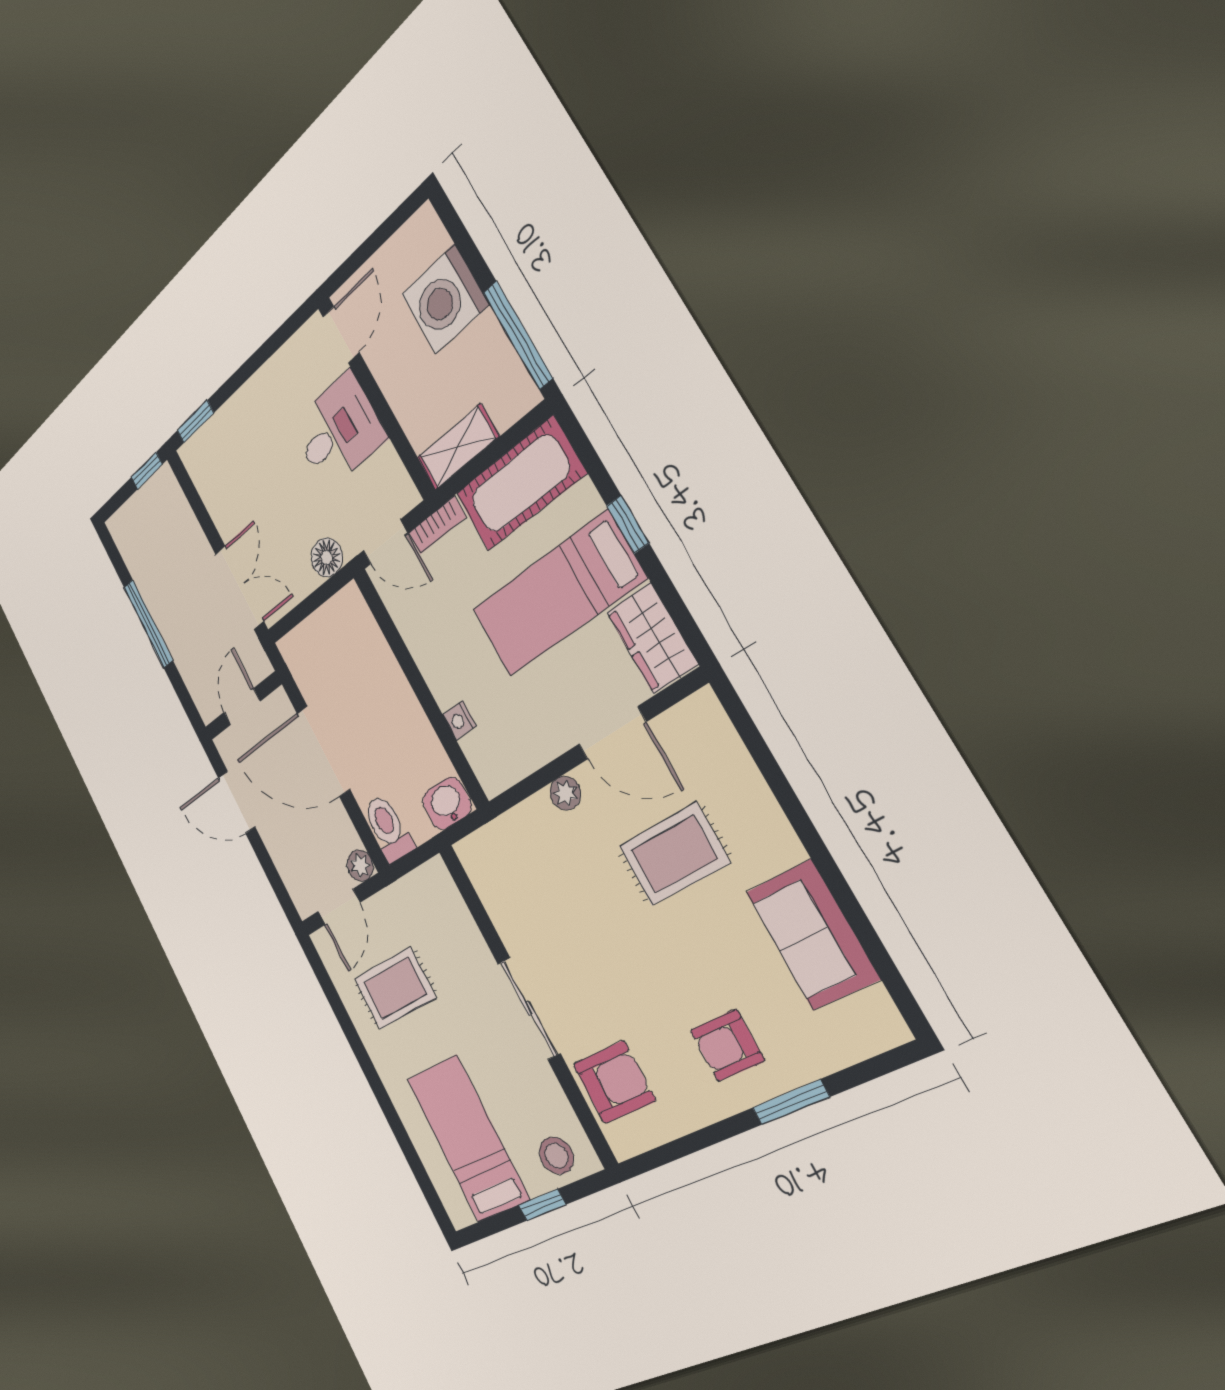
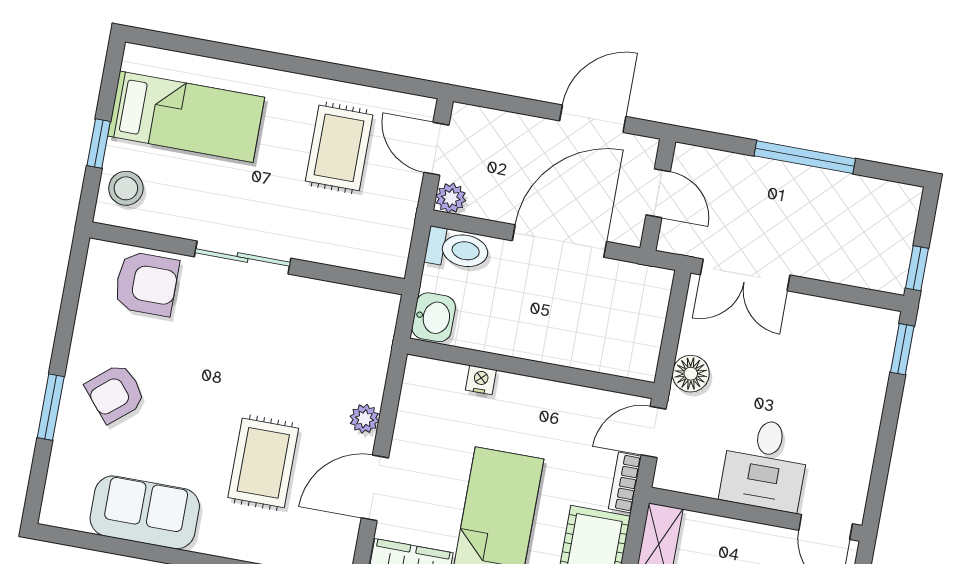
armchair: (727, 1045) -> (115, 393), turned -130
armchair: (614, 1082) -> (146, 284), turned -90

